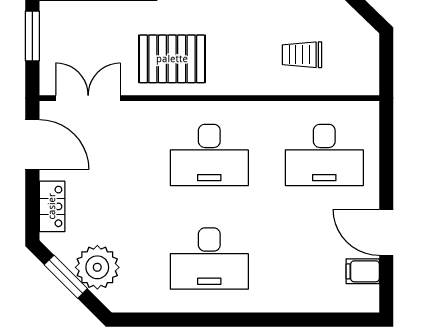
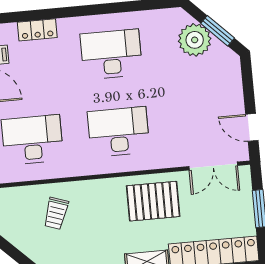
trolley: (302, 55) -> (56, 213), turned 109
door: (32, 145) -> (252, 127), width x0.73
locker: (52, 206) -> (37, 30), moved, turned -90

